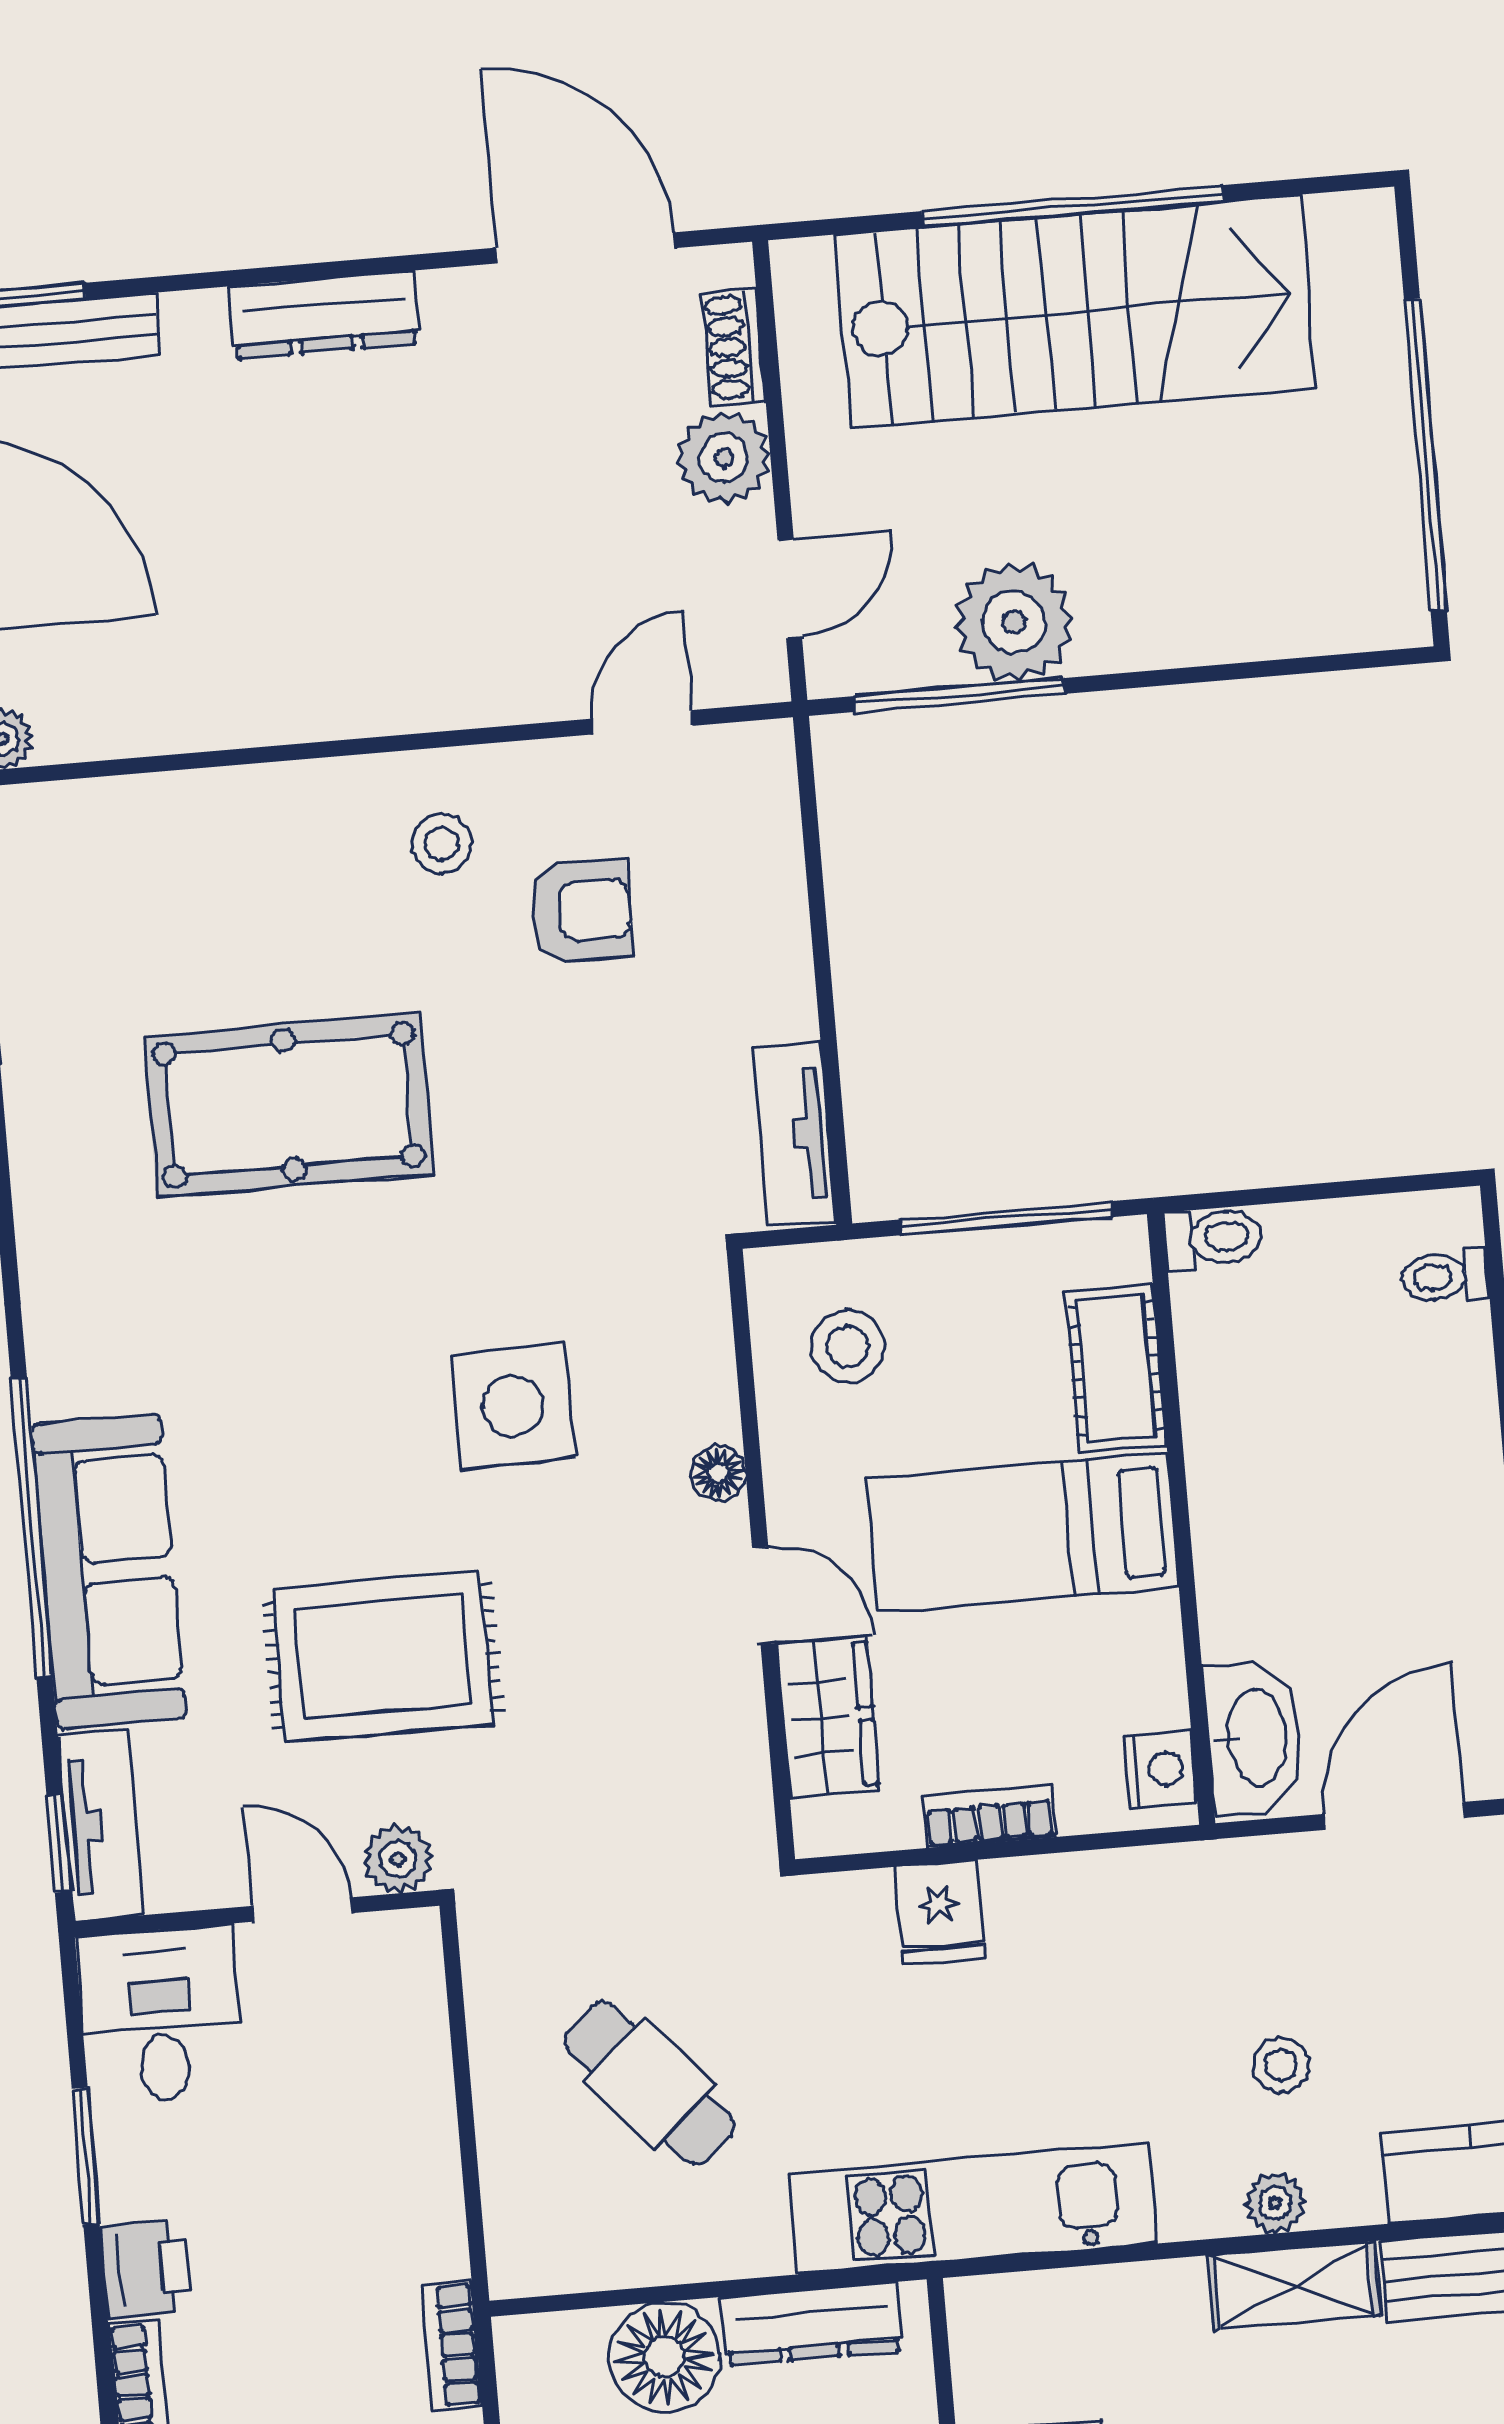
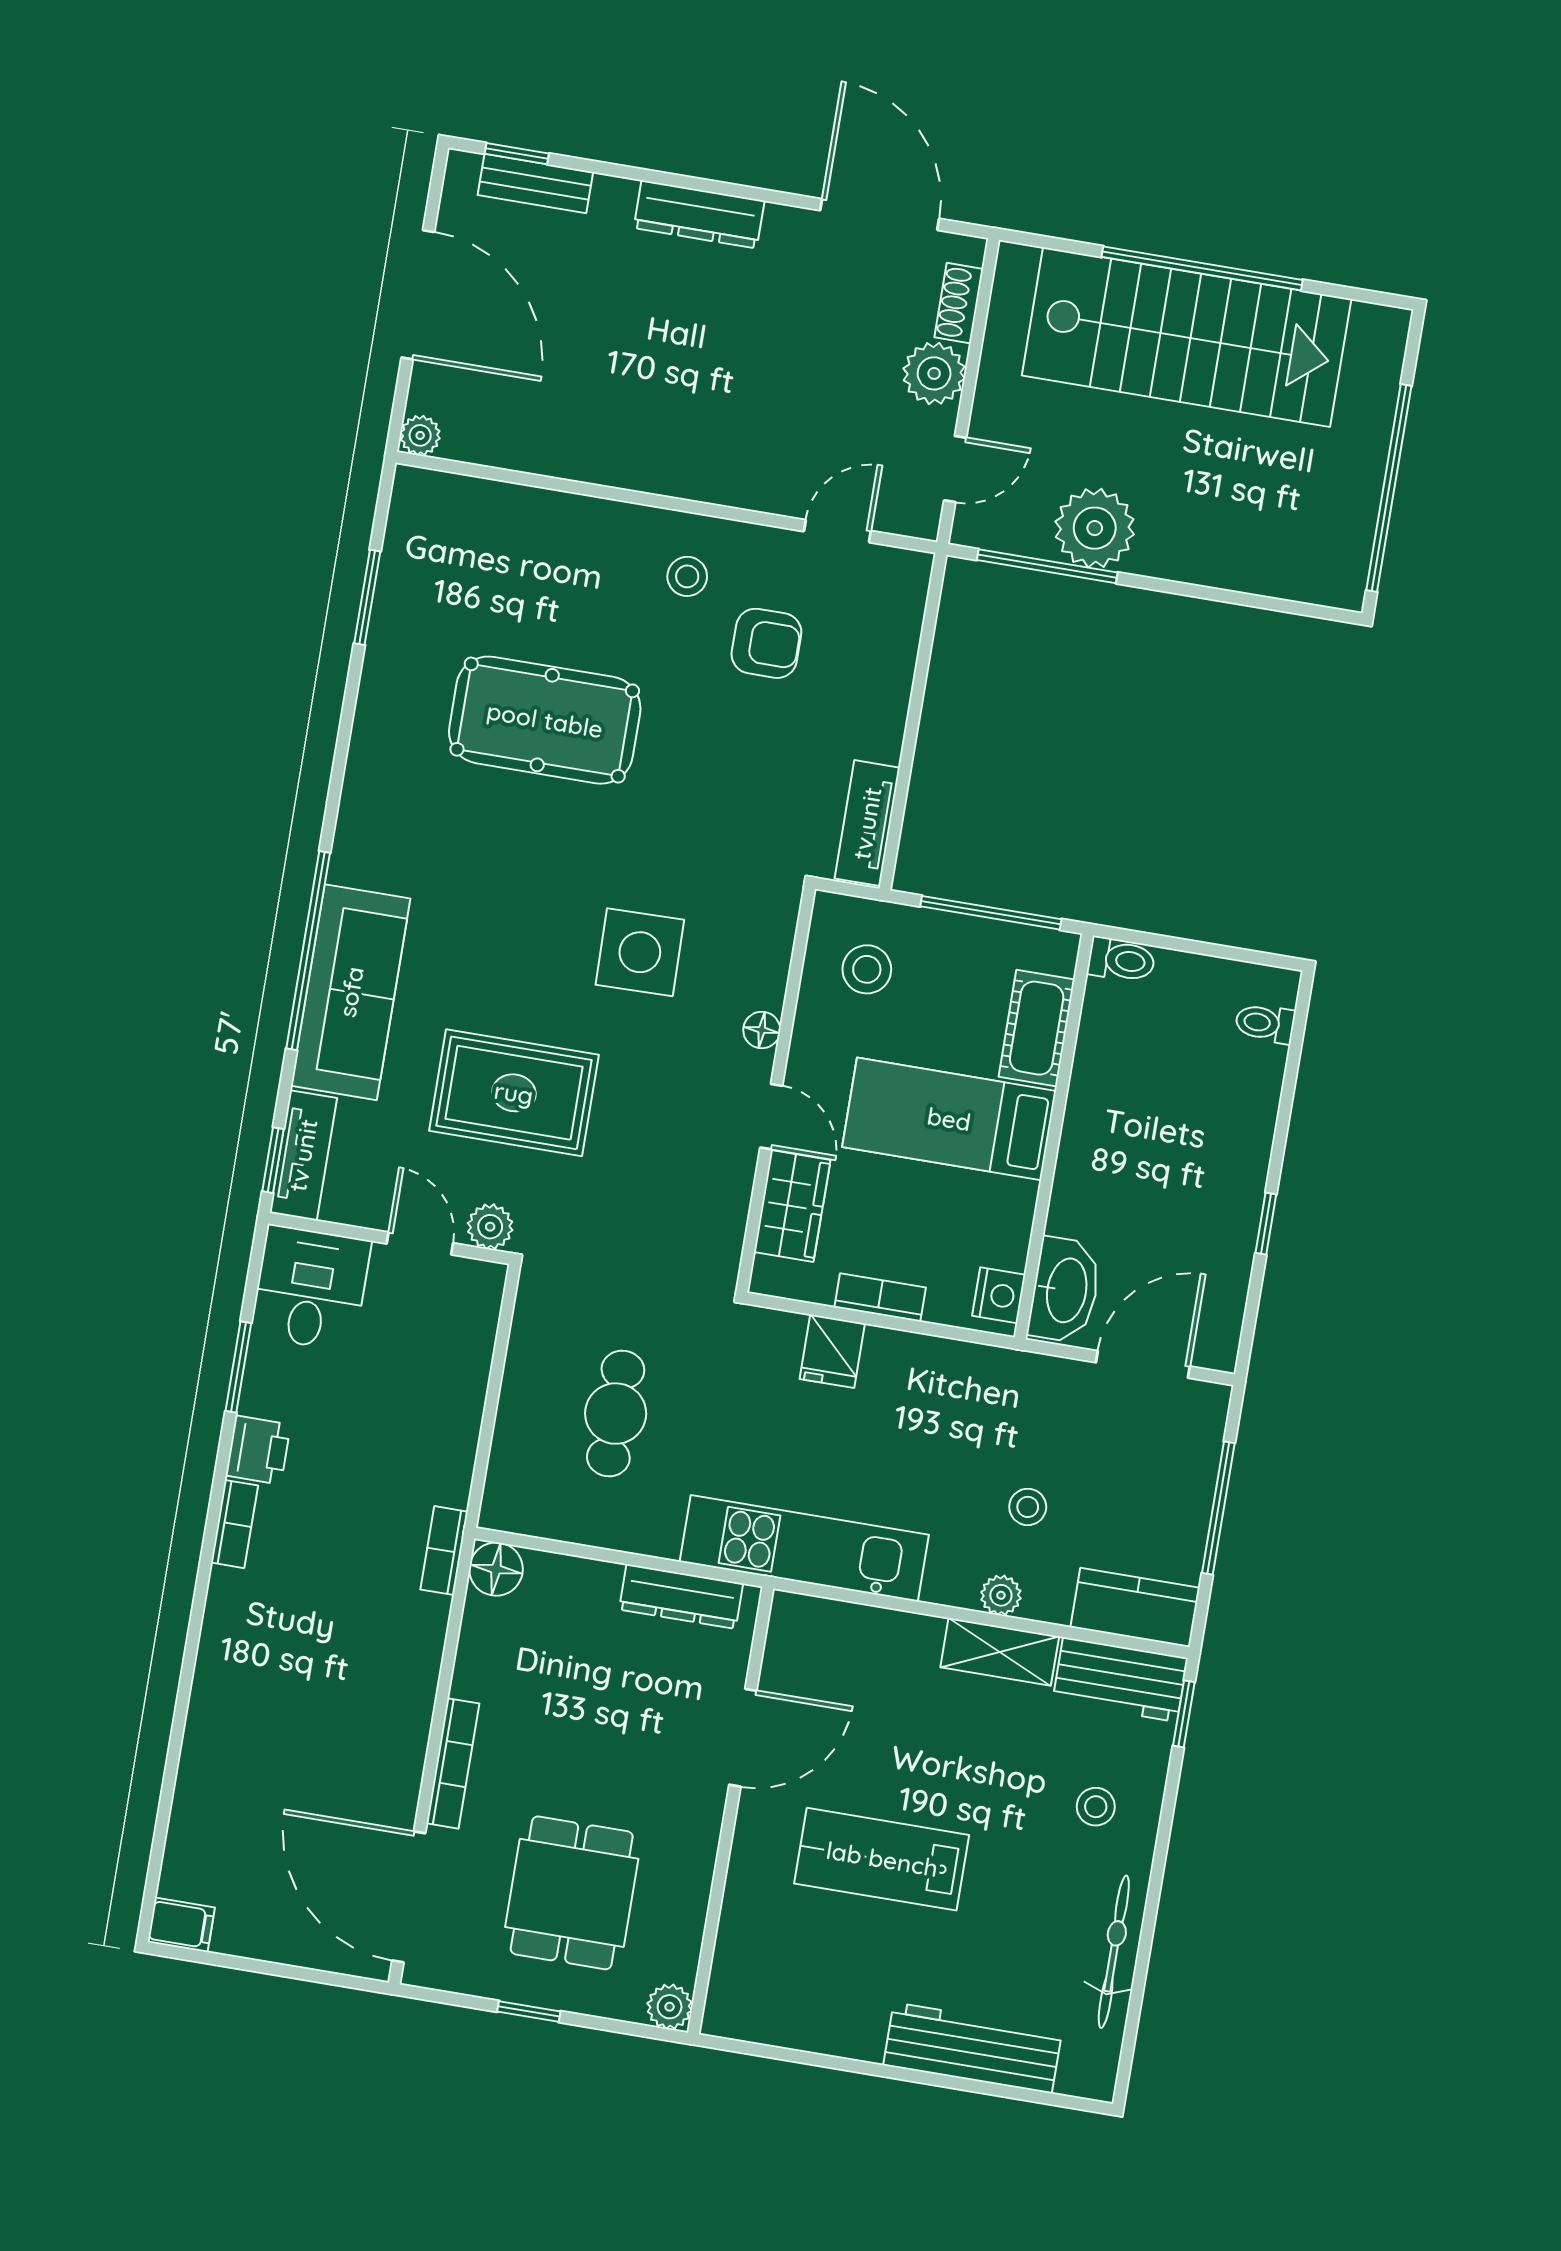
cafe table: (649, 2083) -> (616, 1414), turned 42
floor lamp: (665, 2357) -> (496, 1569), moved, width x0.73, depth x0.73

